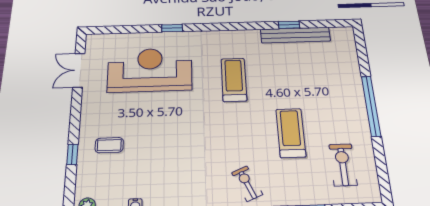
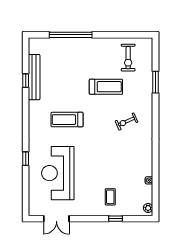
window: (371, 106) -> (71, 35), moved
treadmill: (291, 133) -> (106, 87), turned 180
exercise bike: (343, 165) -> (128, 58), turned -90
exercise bike: (247, 184) -> (126, 122), moved

